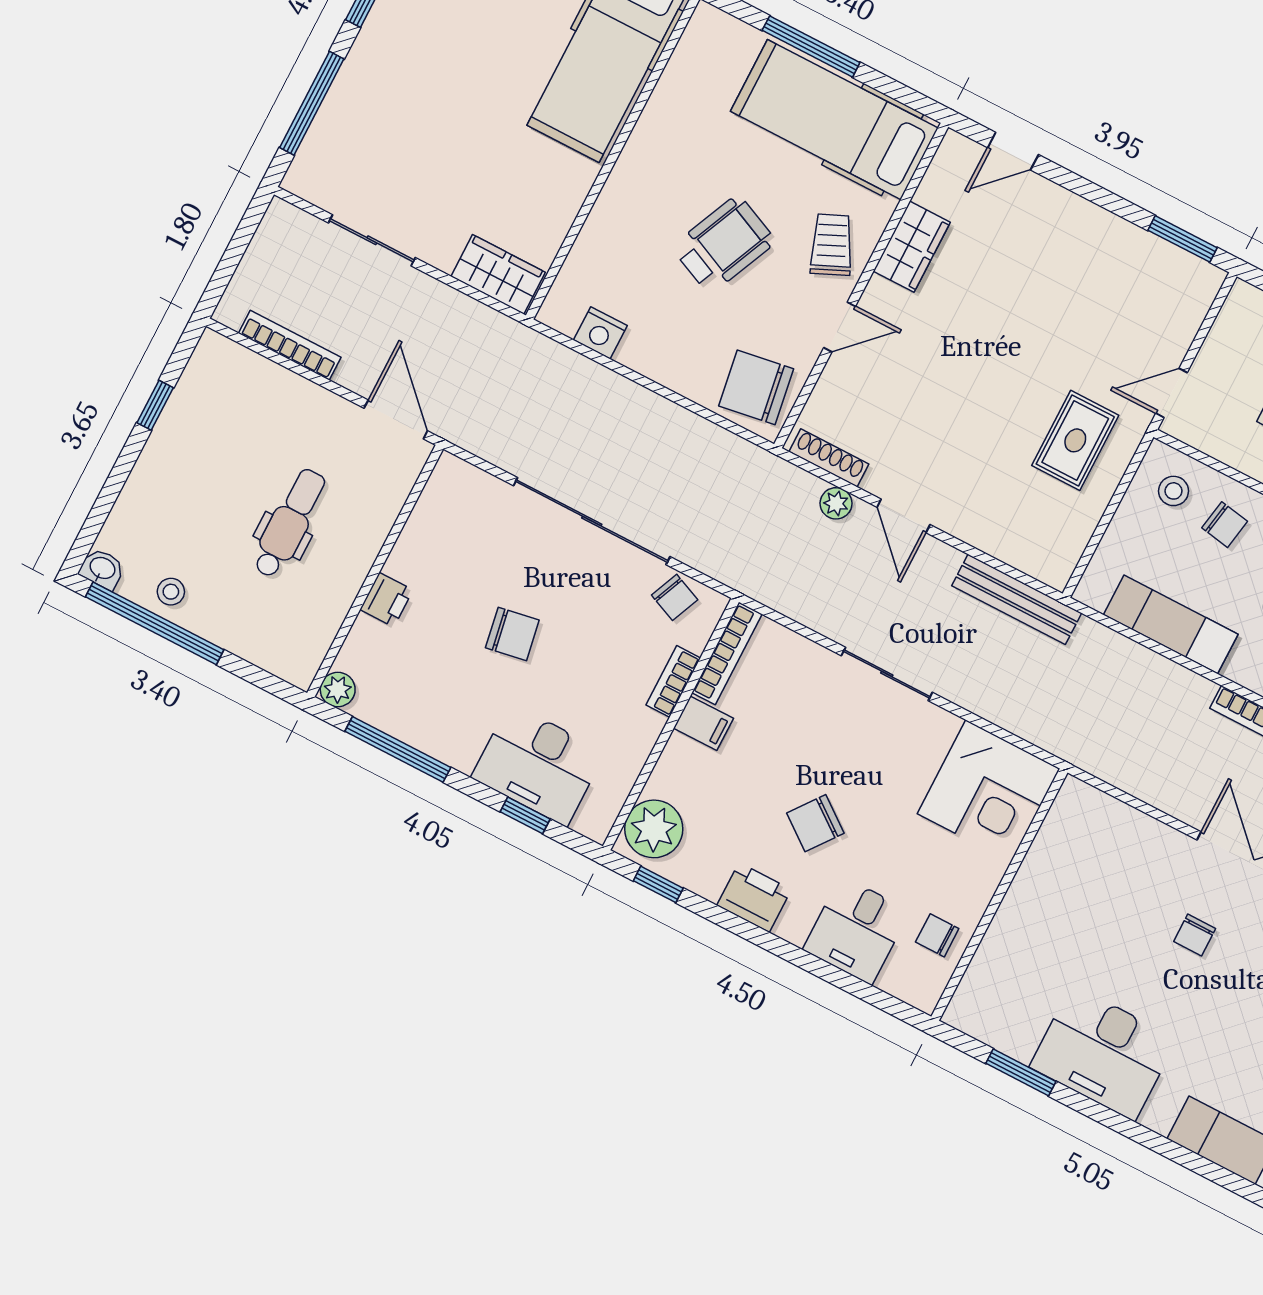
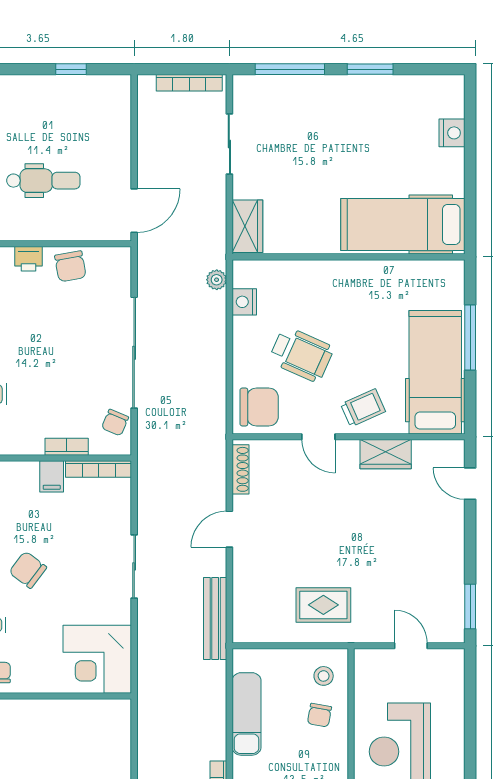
wheelchair: (724, 244) -> (301, 354), moved
bookcase: (290, 345) -> (189, 83), moved, turned 90
chair: (756, 387) -> (259, 407), turned 99
door: (1171, 393) -> (411, 646), moved
plant: (836, 503) -> (217, 280), moved
chair: (512, 634) -> (70, 266), moved

